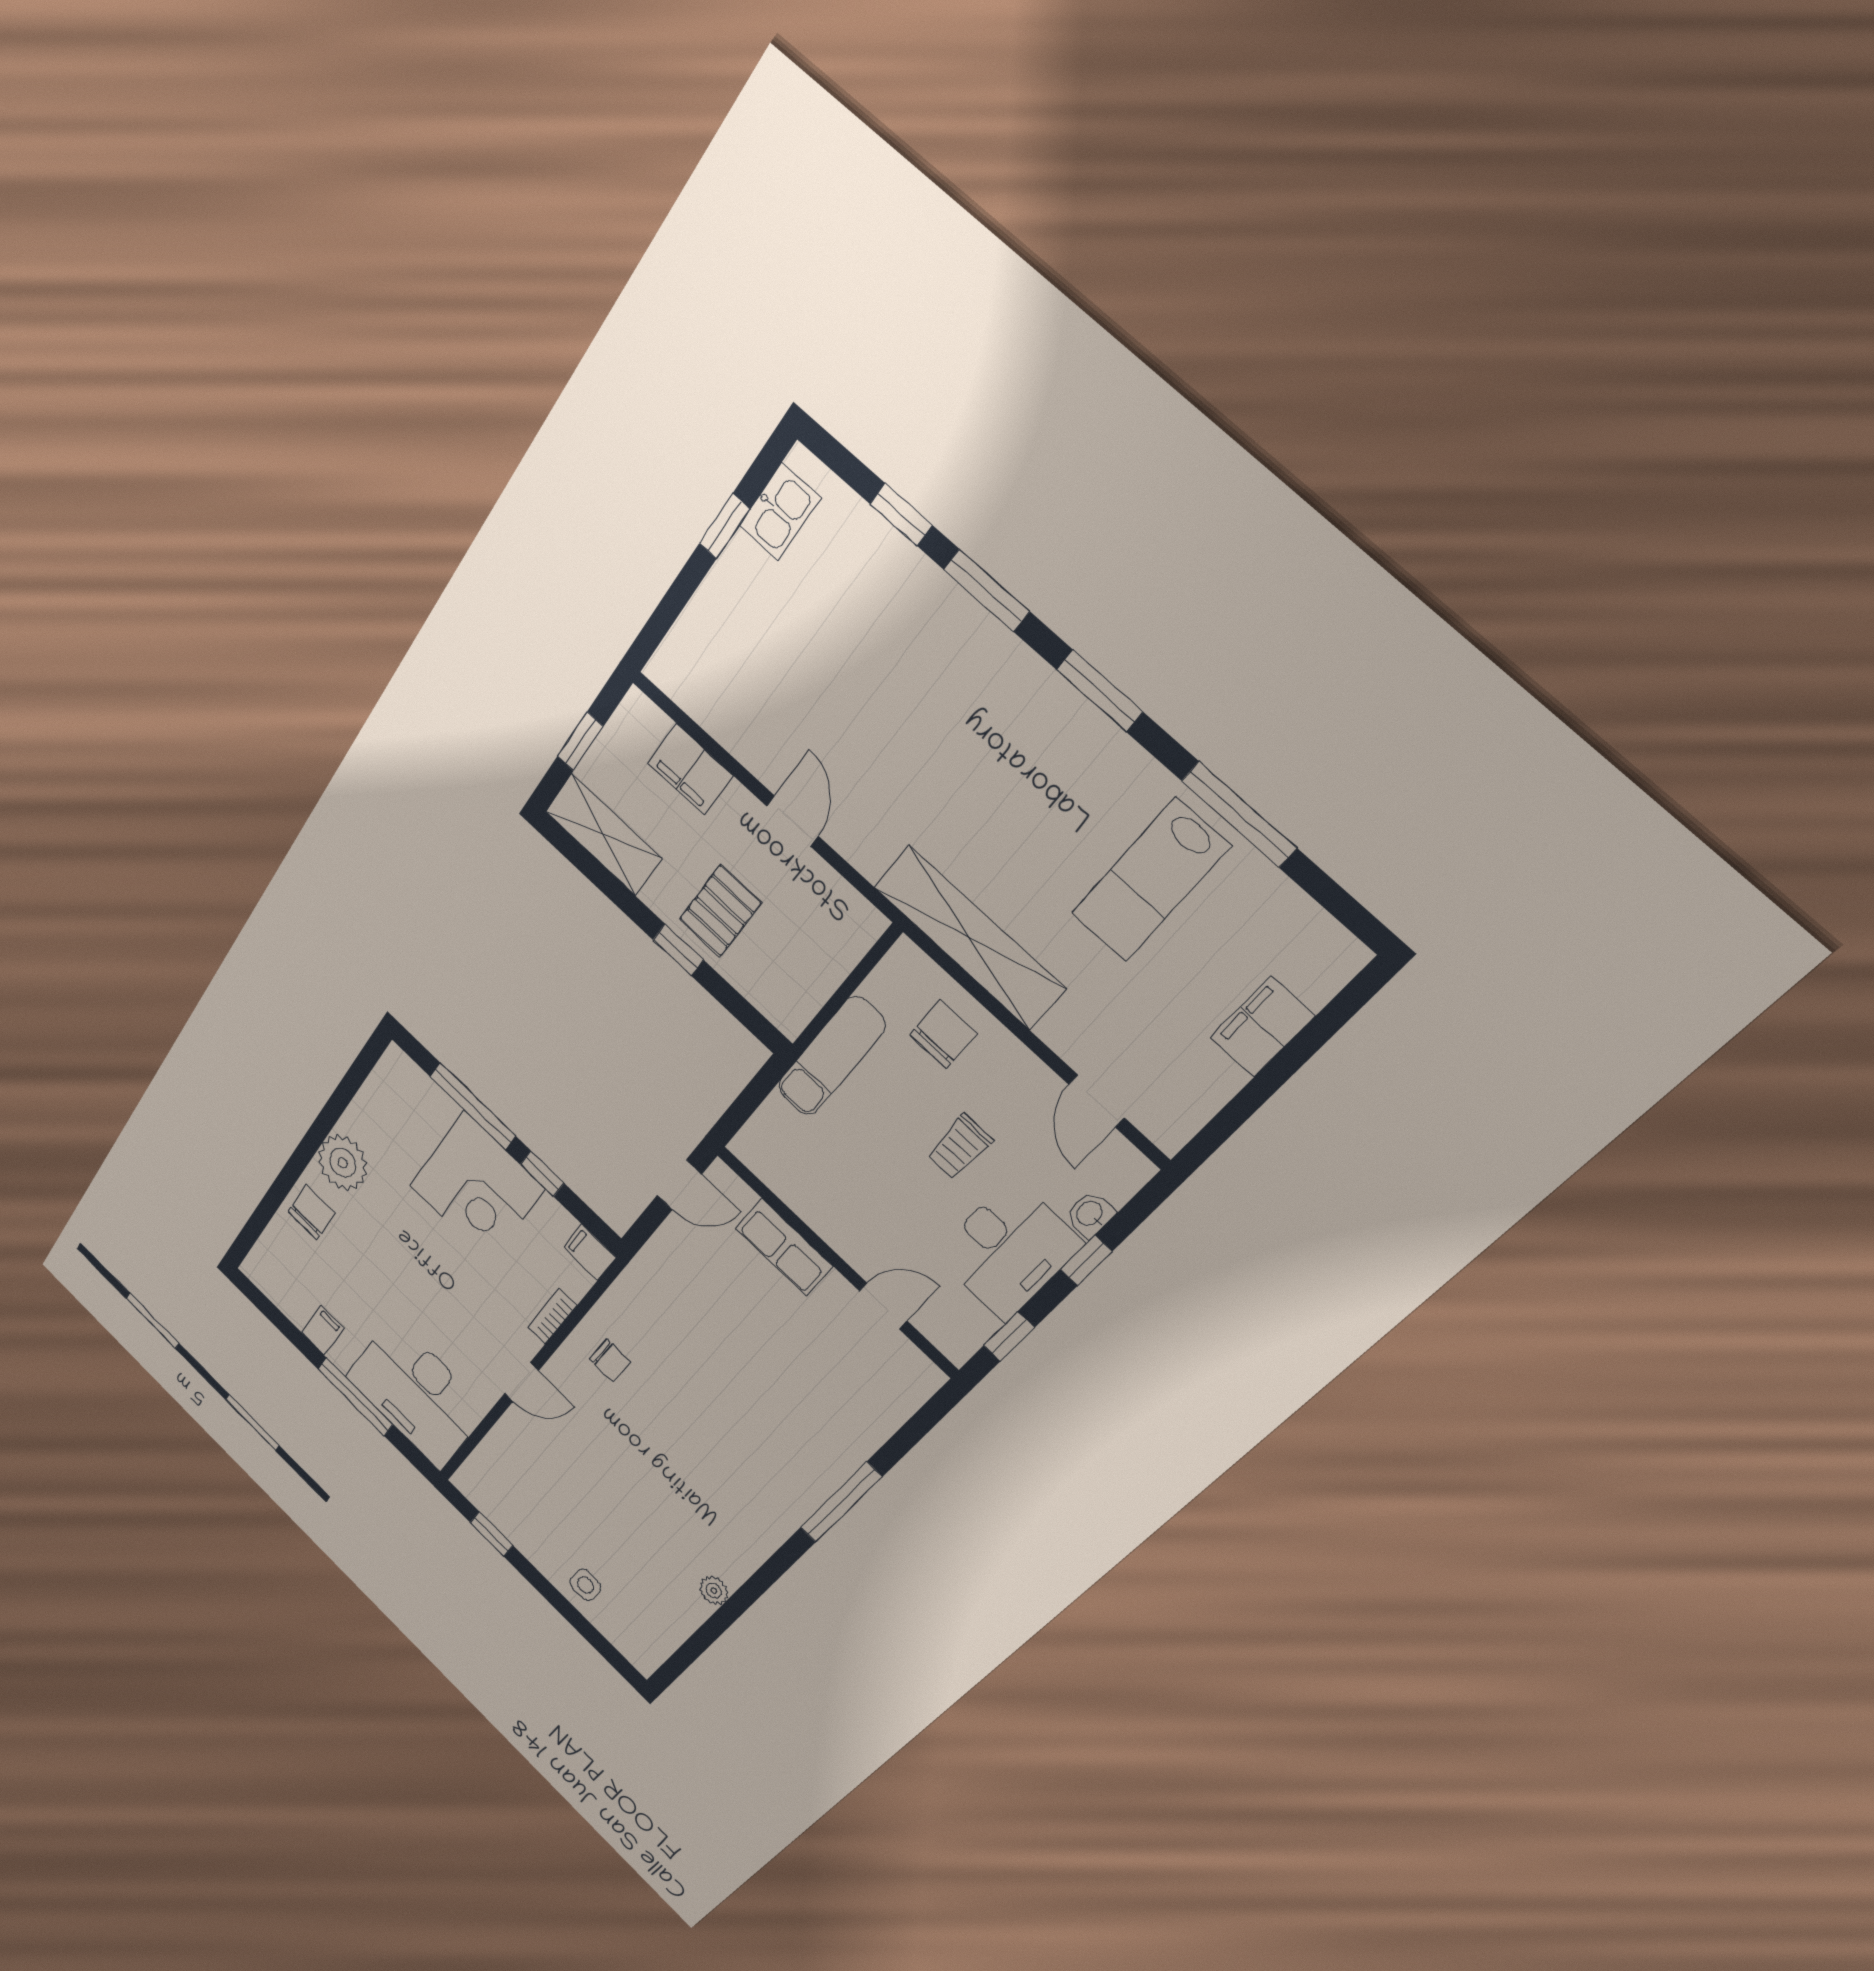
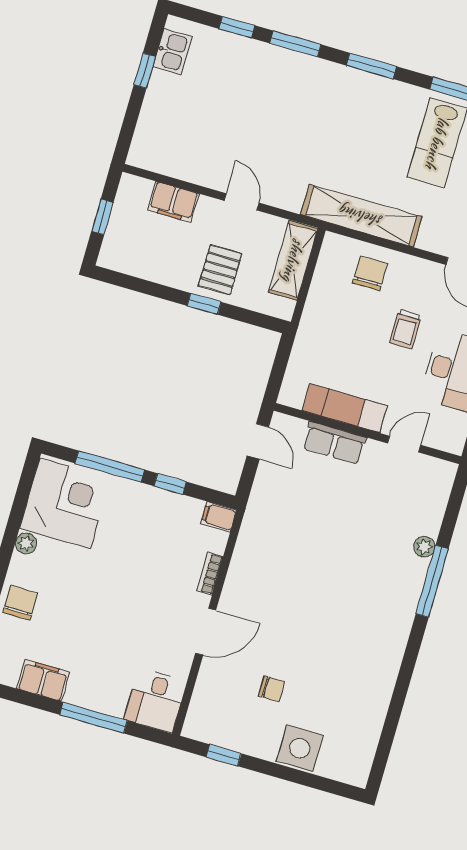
shelving: (604, 835) -> (293, 260), moved, turned 90
exam couch: (831, 1056) -> (345, 408), moved, turned -90
plant: (343, 1163) -> (26, 544), width x0.53, depth x0.53
door: (679, 1185) -> (258, 441), hinge flipped
corner desk: (477, 1187) -> (65, 503), moved, turned -90
filing cabinet: (323, 1330) -> (43, 680), width x2.00
chair: (610, 1360) -> (272, 689), moved
door: (521, 1382) -> (206, 632), width x1.38
desk: (416, 1393) -> (155, 700), width x0.53, depth x0.77
side table: (585, 1585) -> (300, 748), width x1.87, depth x1.87
plant: (714, 1591) -> (424, 547), moved

